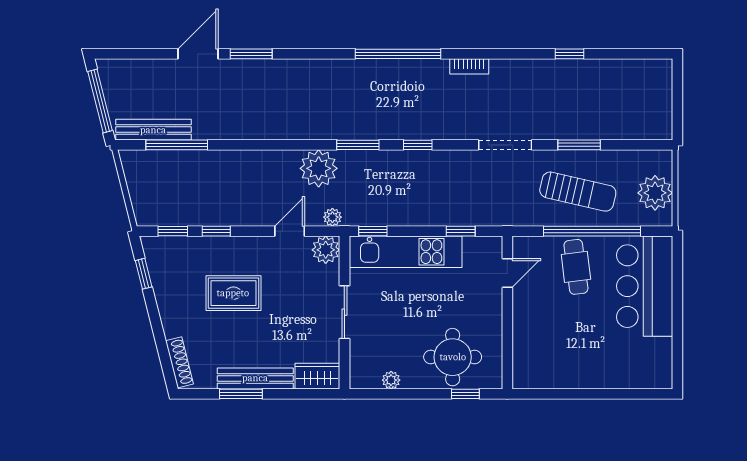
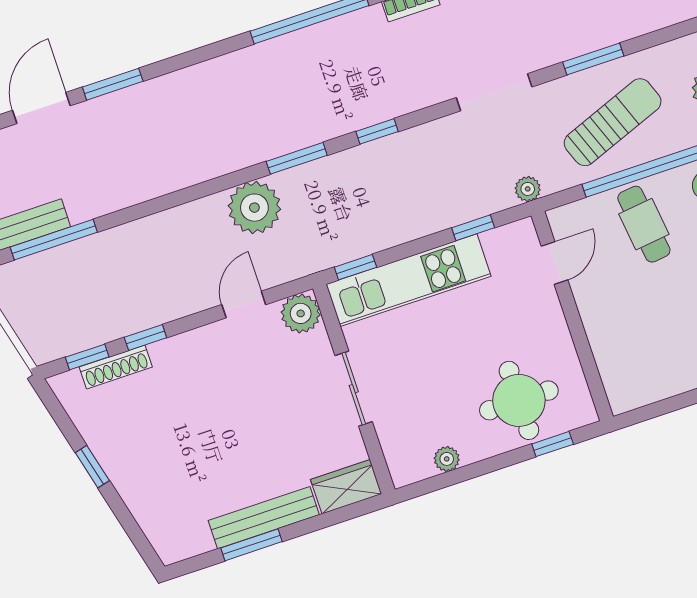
sun lounger: (578, 192) -> (613, 122), turned -34
plant: (332, 217) -> (528, 189), moved
window: (144, 274) -> (92, 467), moved
rug: (233, 293) -> (196, 413), removed
shoe rack: (179, 362) -> (116, 367), moved, turned 104

